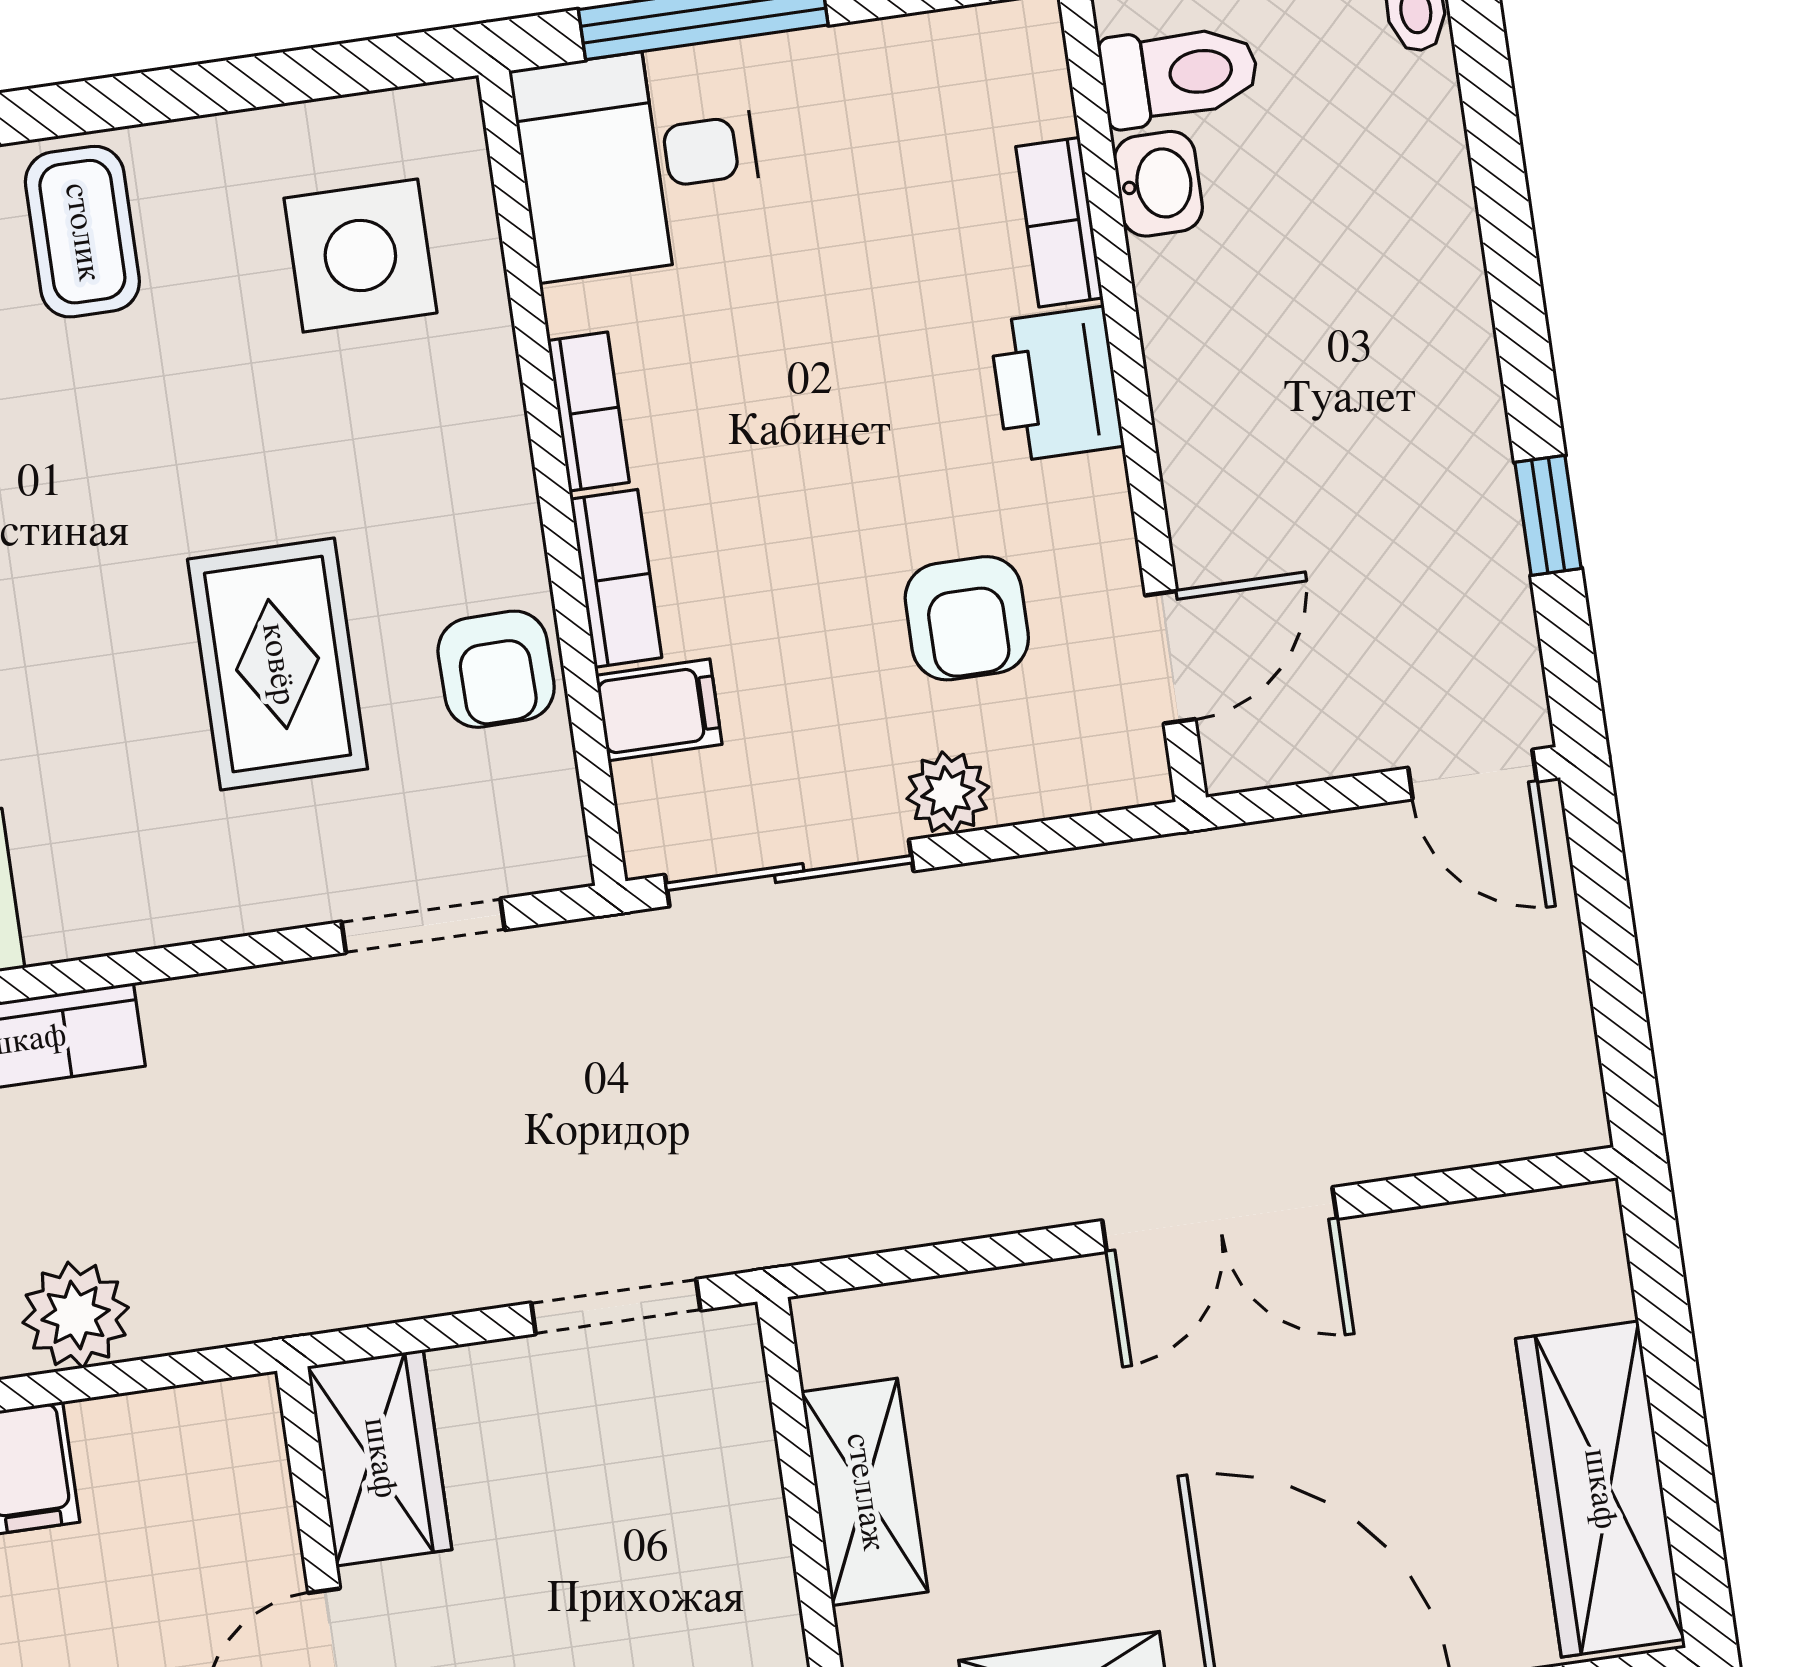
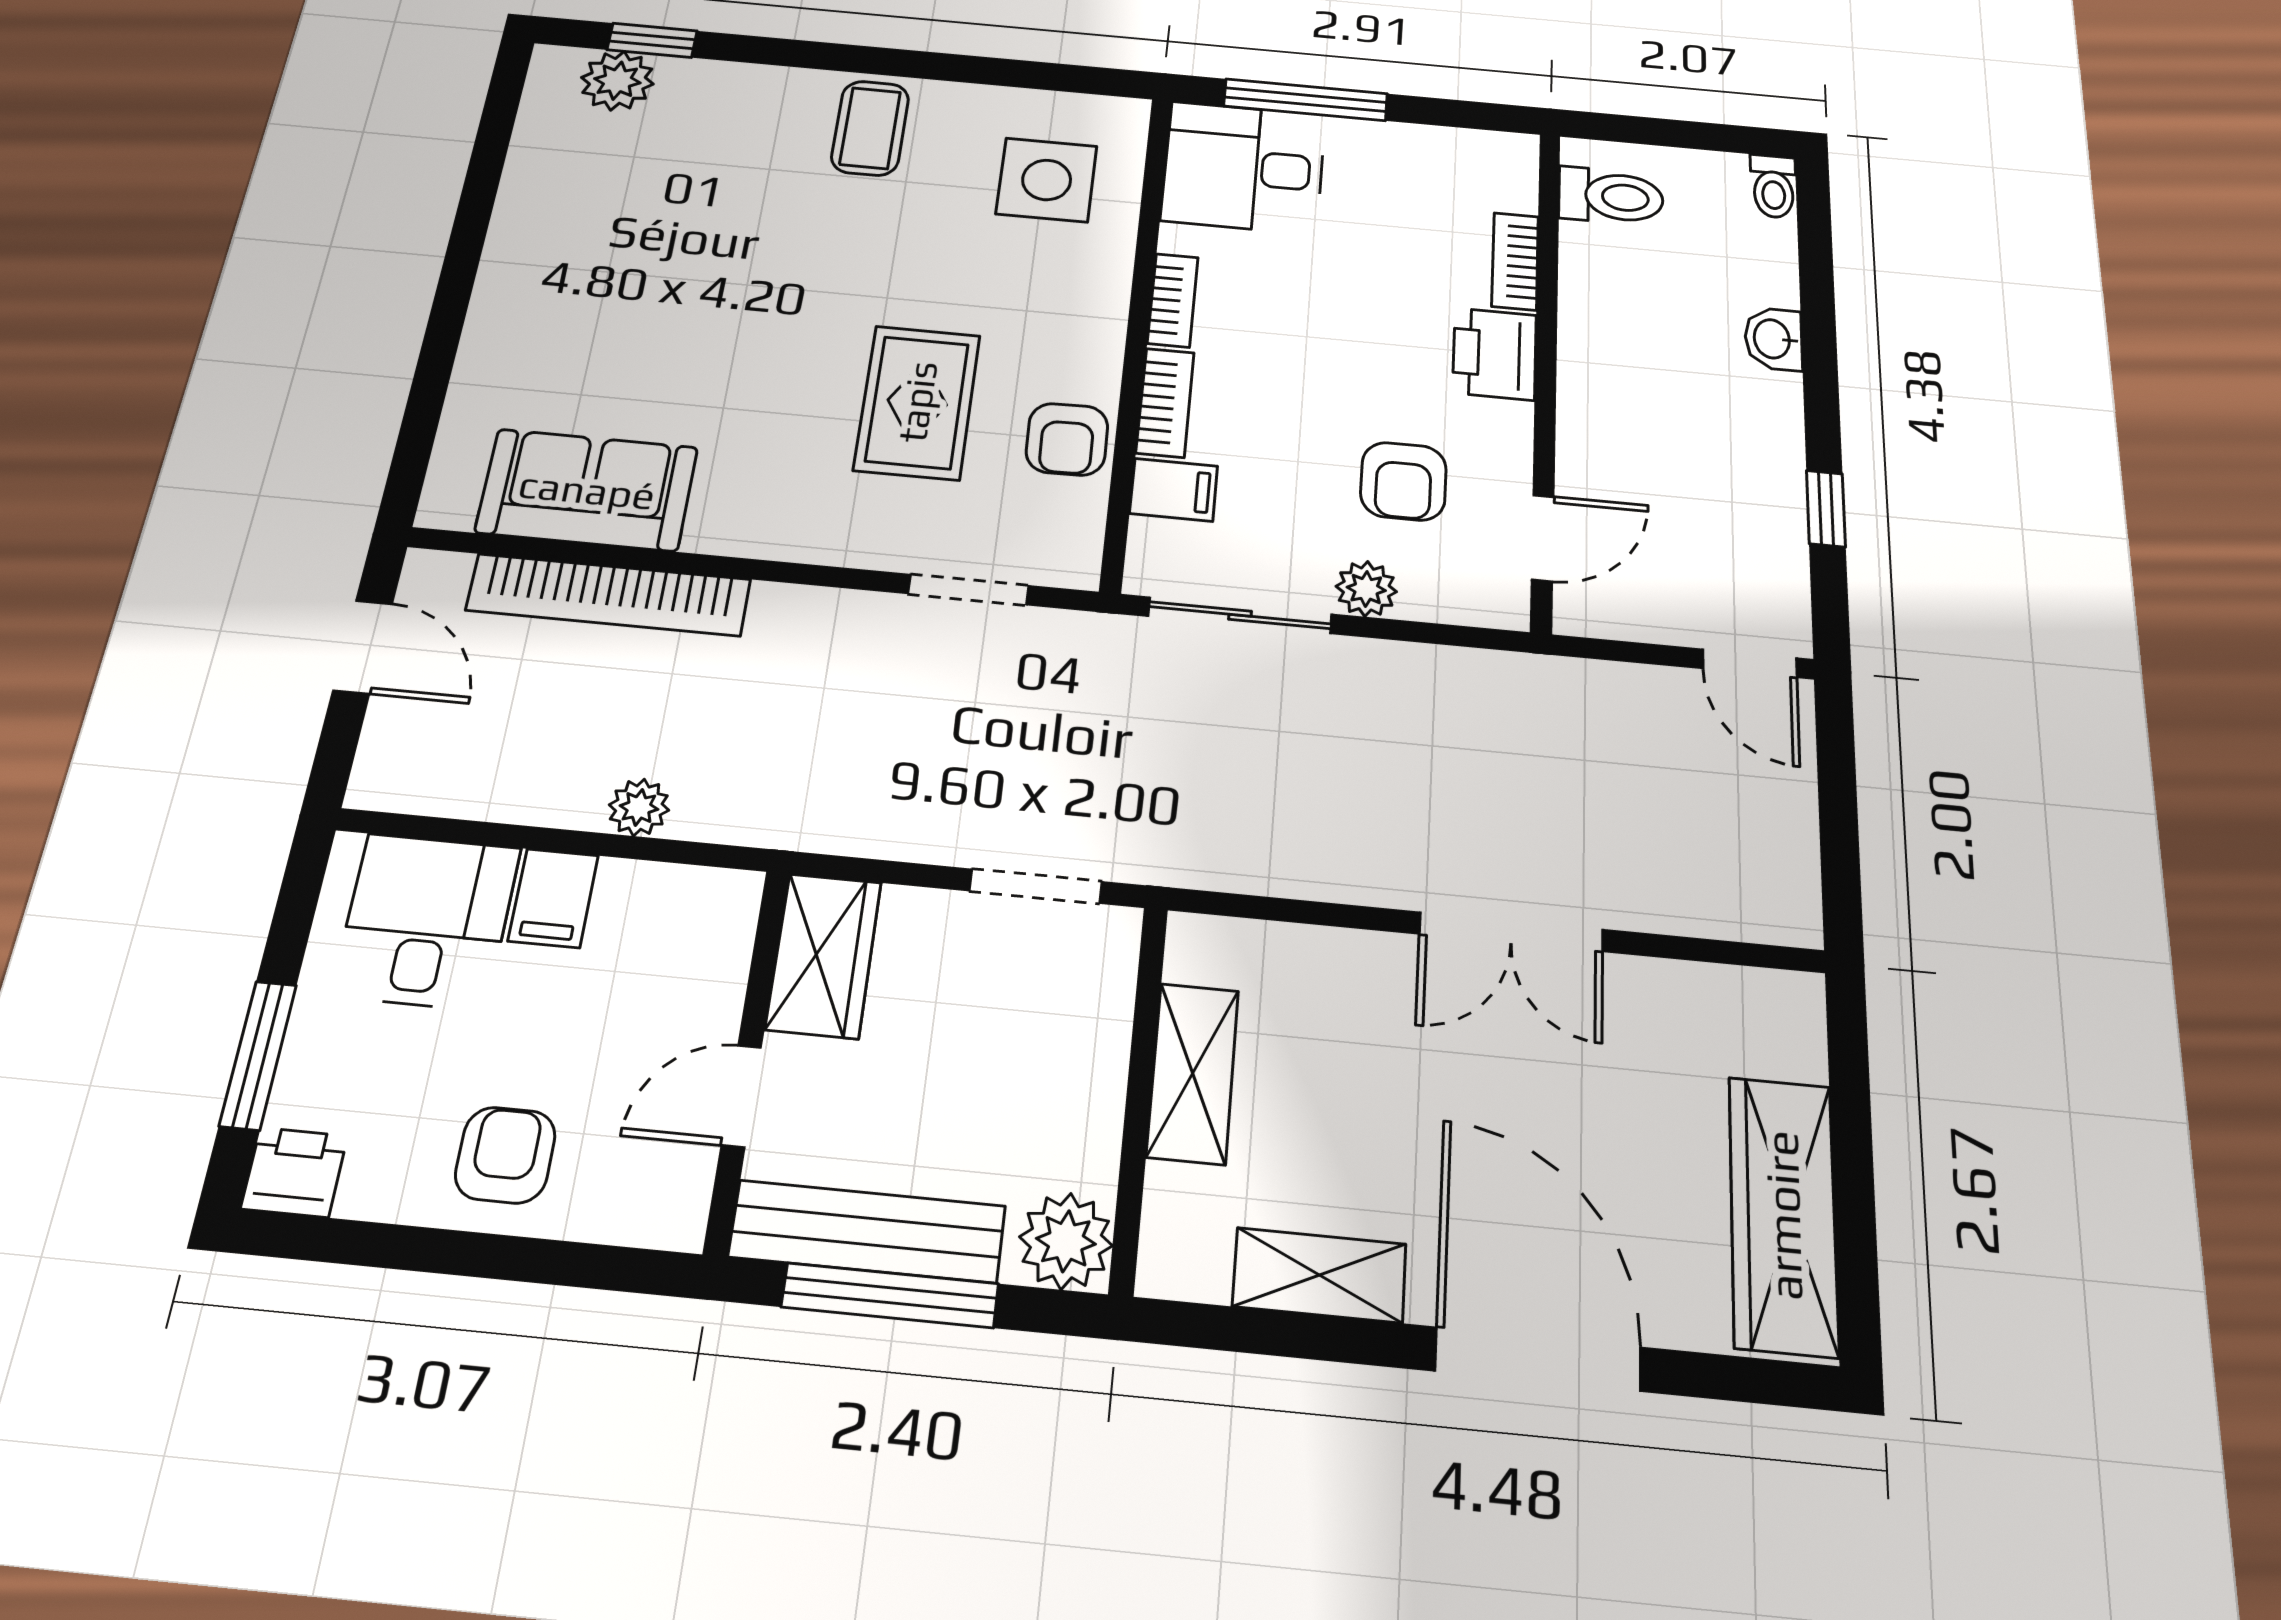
washbasin: (1158, 184) -> (1773, 339), moved, turned 180
plant: (76, 1315) -> (639, 807), width x0.73, depth x0.73

